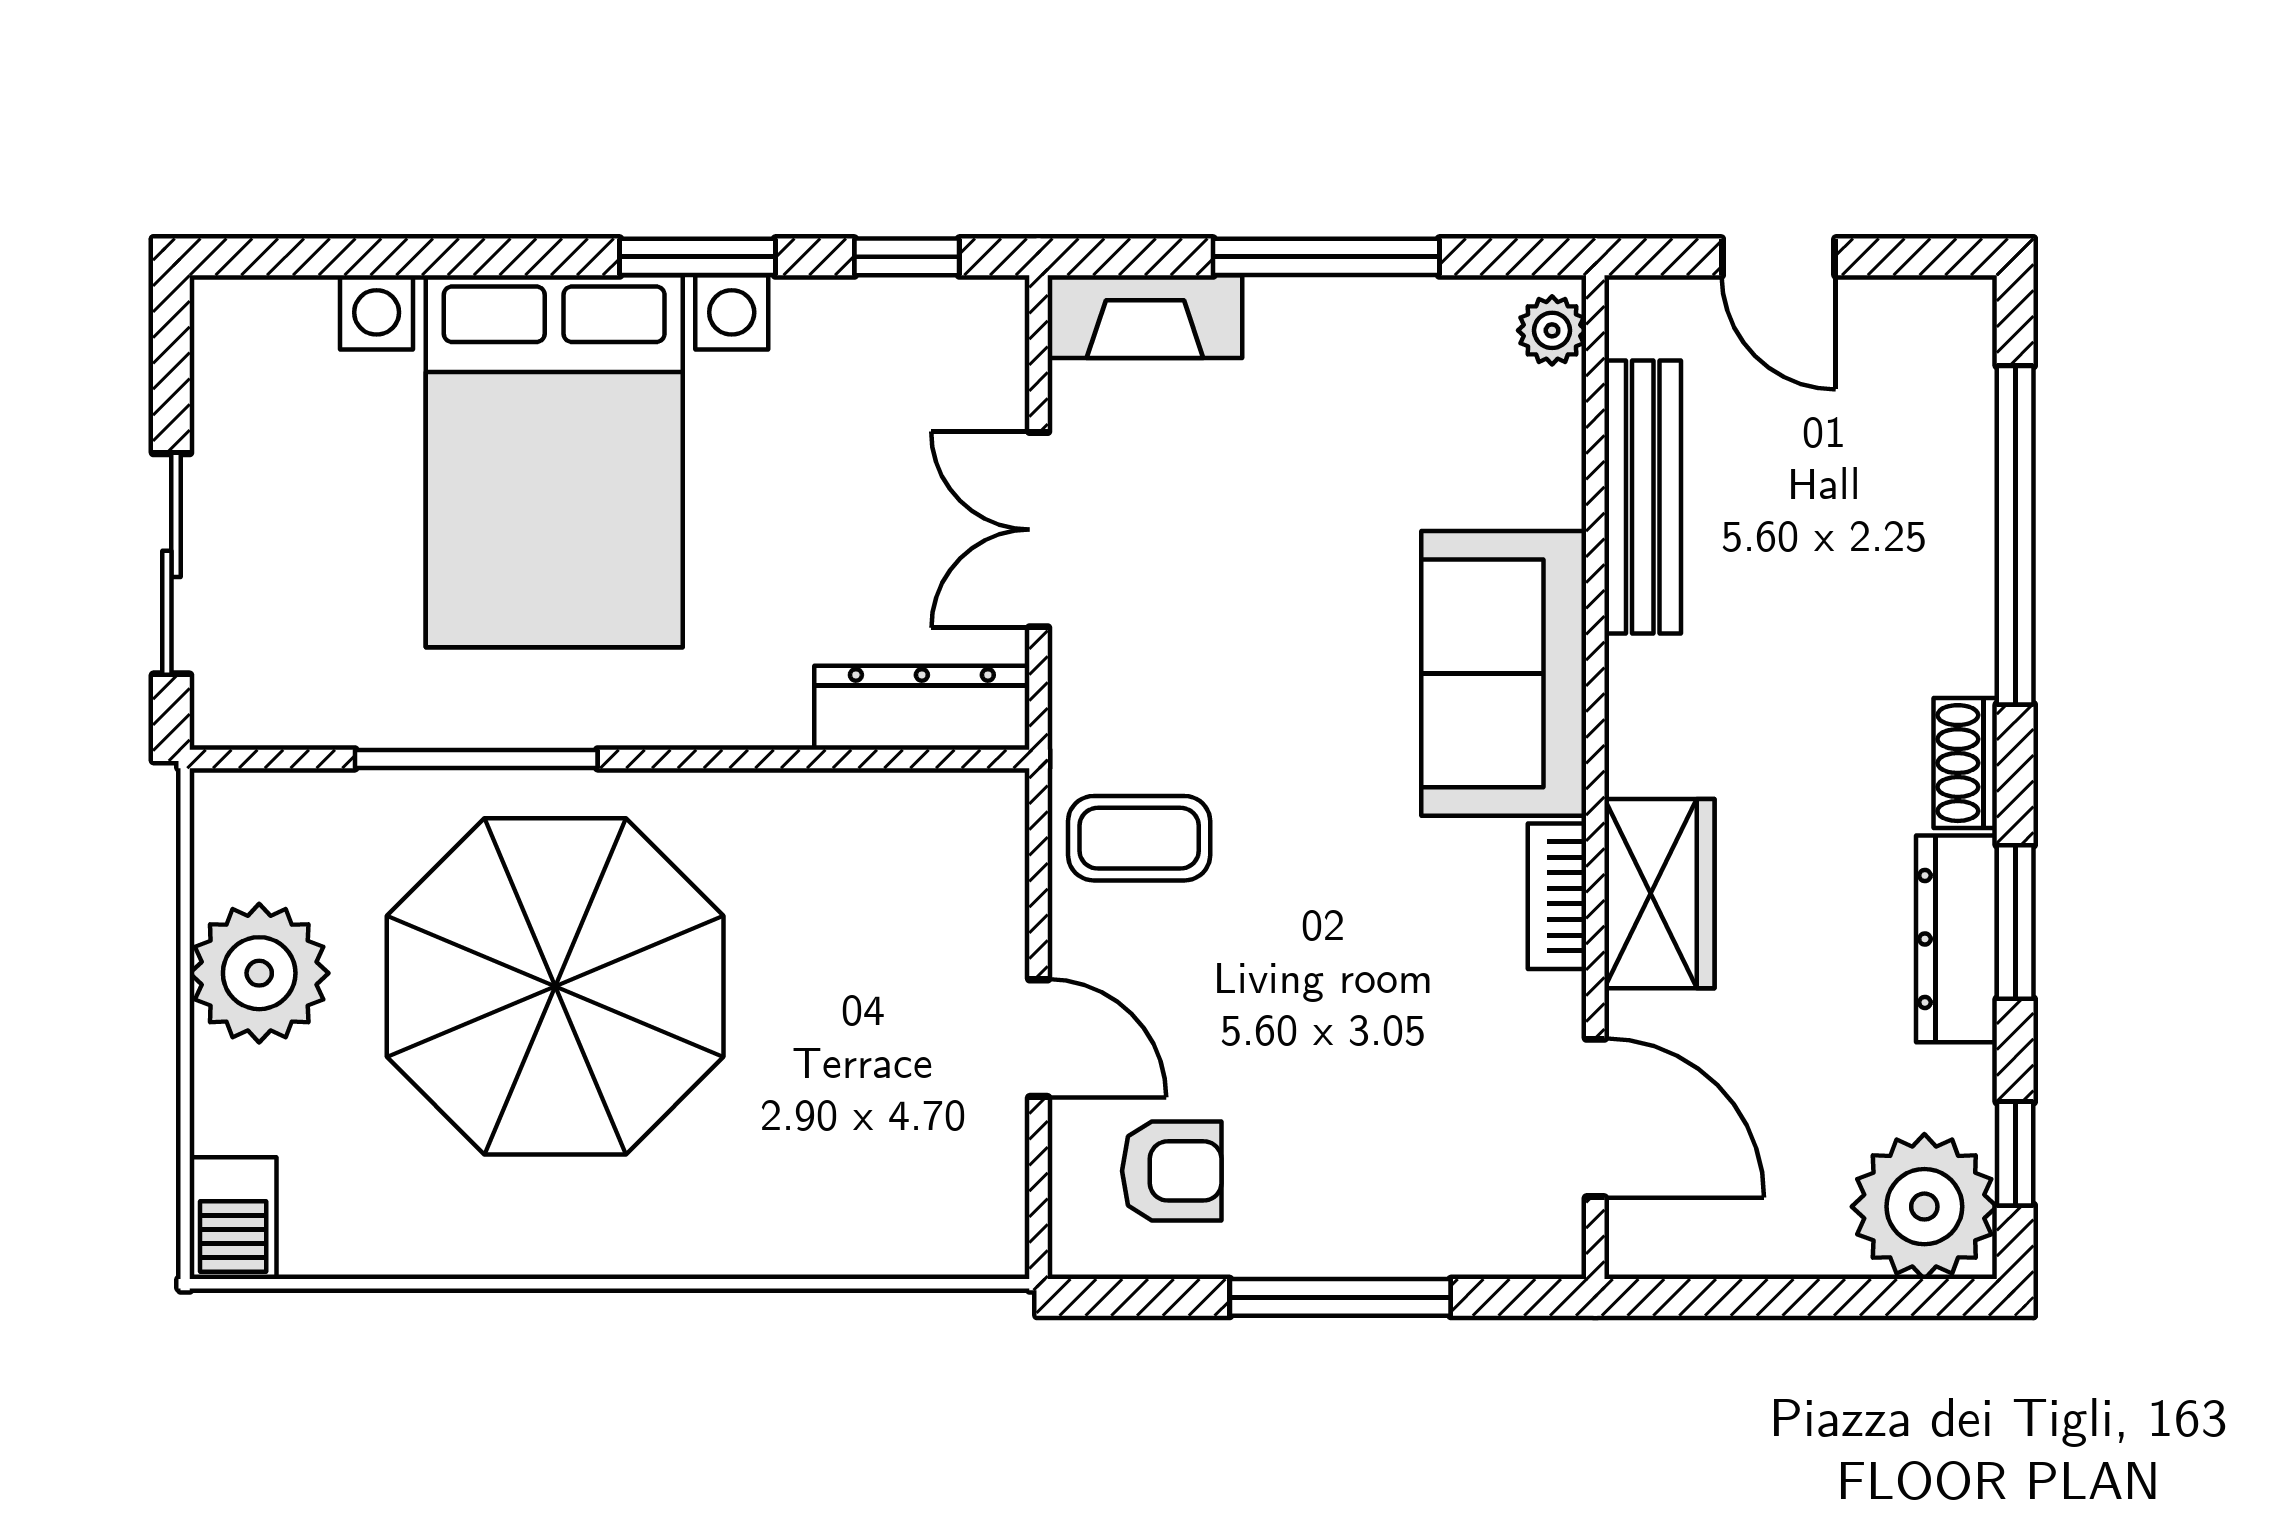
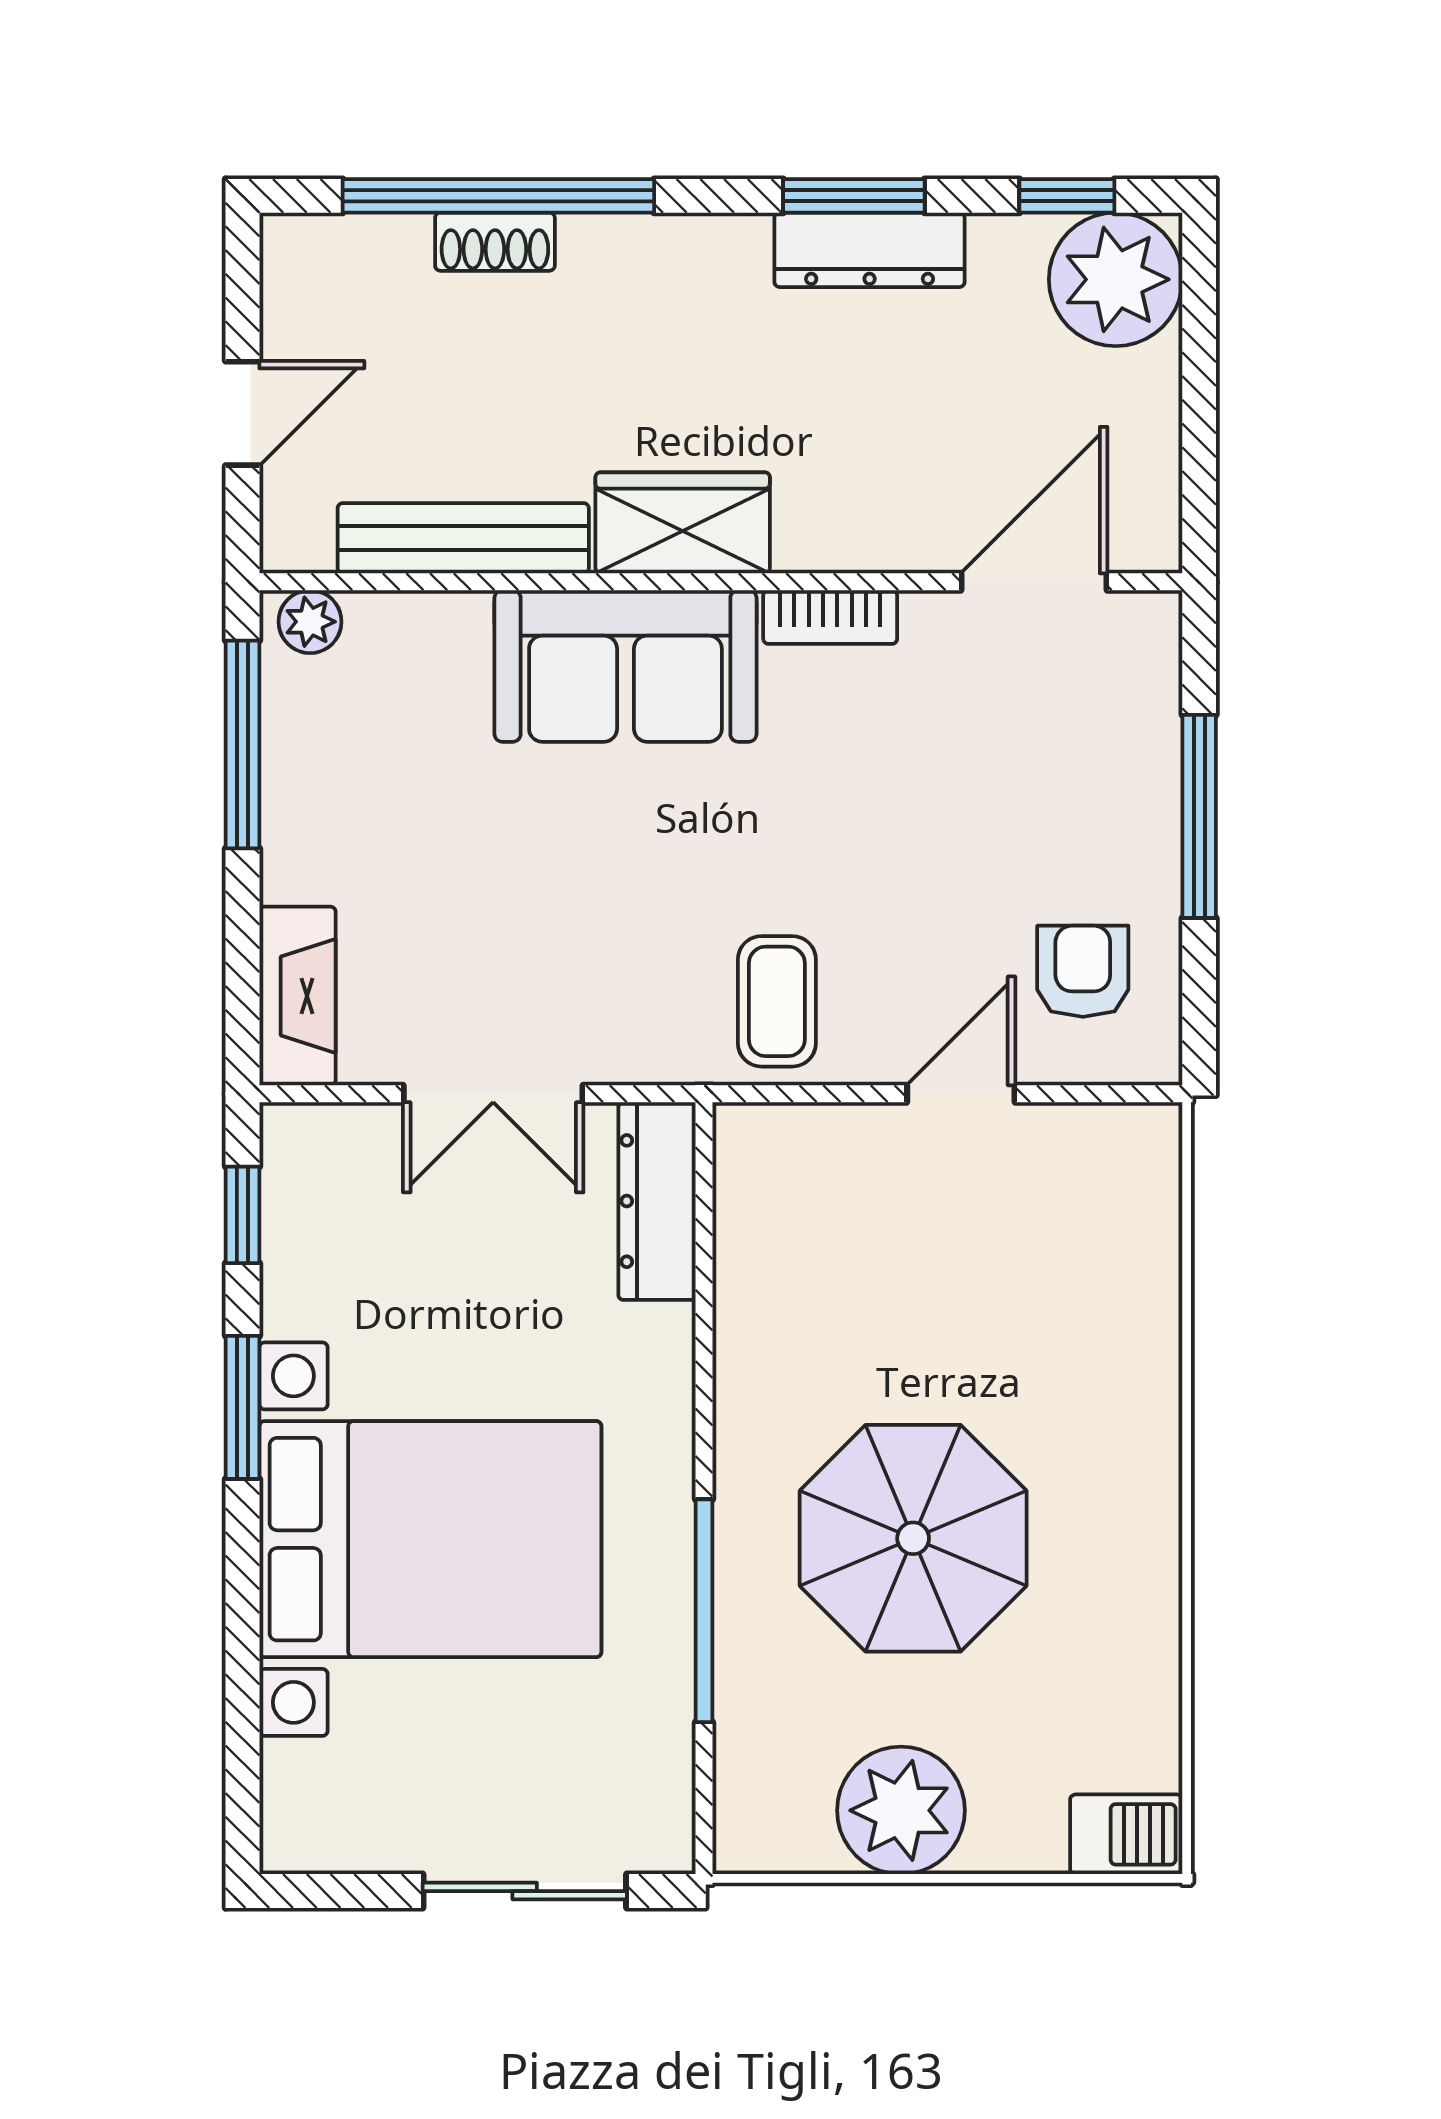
window: (1326, 257) -> (242, 744), moved
shoe rack: (1965, 763) -> (495, 242), moved
wardrobe: (1659, 894) -> (683, 523), moved
parasol: (555, 986) -> (913, 1538), width x0.73, depth x0.73

